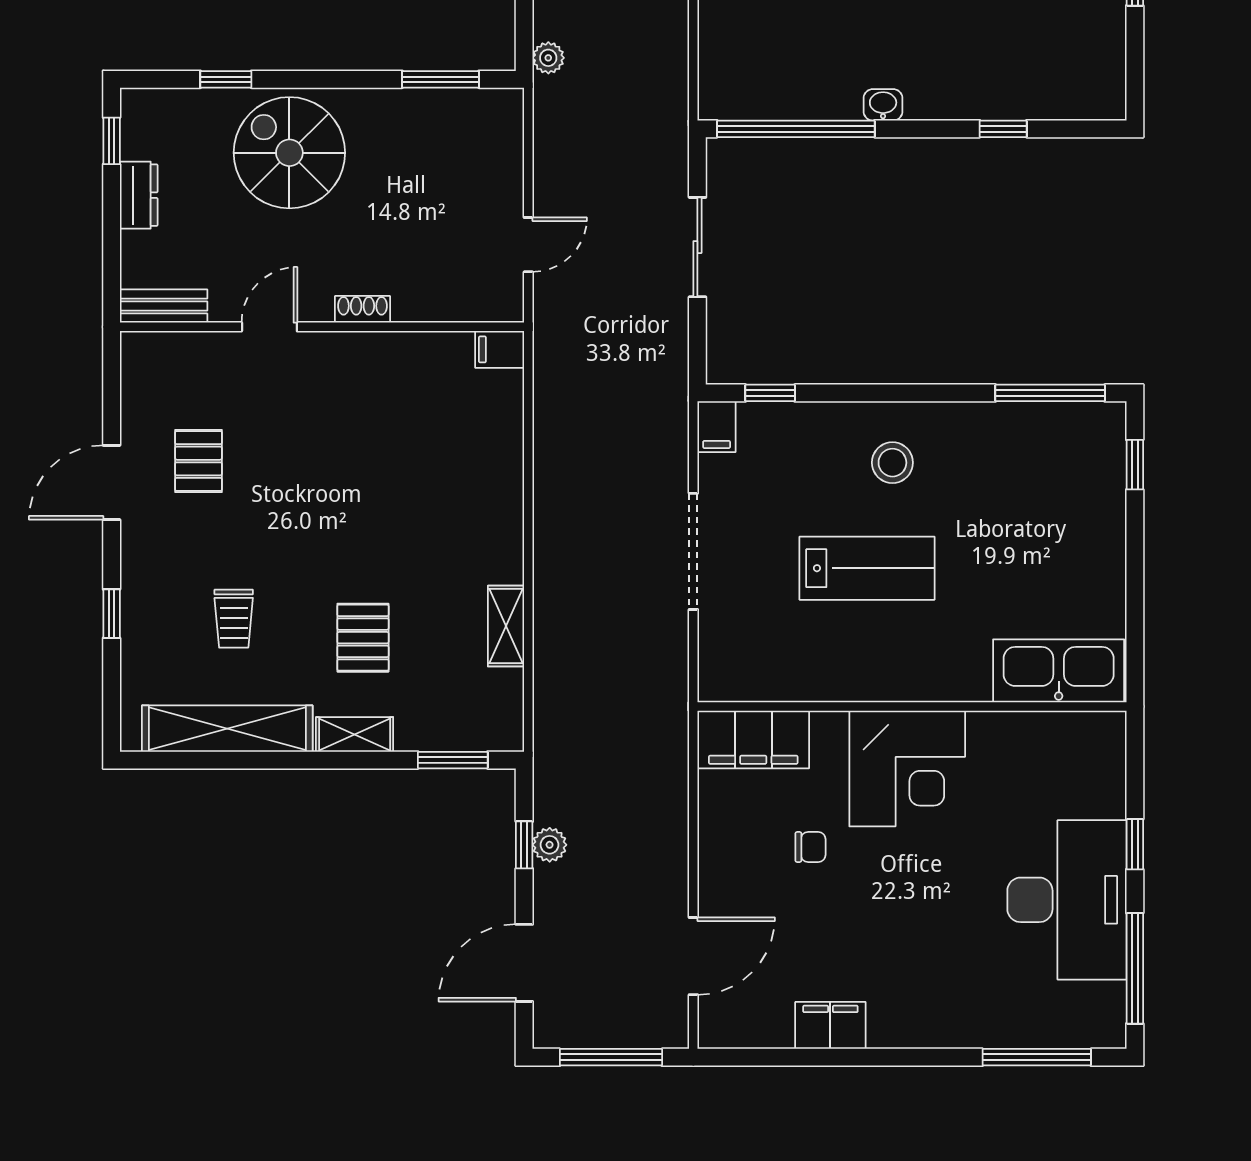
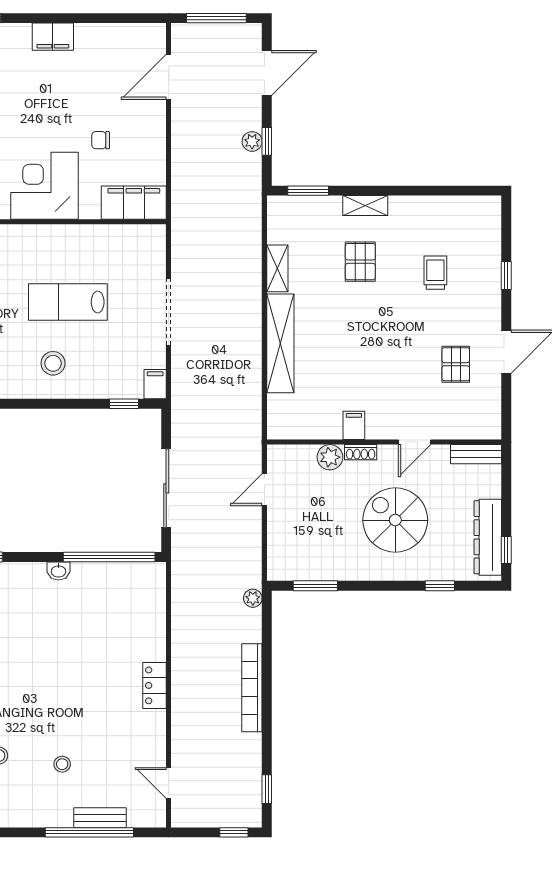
spiral stairs: (289, 153) -> (395, 520), moved, turned 180
dresser: (139, 195) -> (488, 537), width x1.96, depth x1.24
sliding door: (697, 247) -> (166, 488), width x1.37
plant: (415, 301) -> (330, 457), added
filing cabinet: (500, 349) -> (354, 425), moved, turned -90
shelving: (227, 729) -> (280, 343), moved, turned 90
filing cabinet: (830, 1025) -> (53, 37), moved

